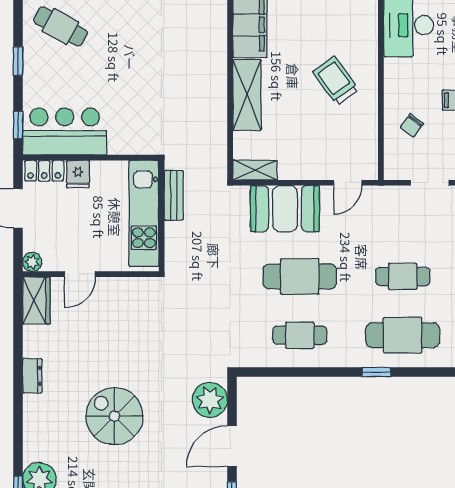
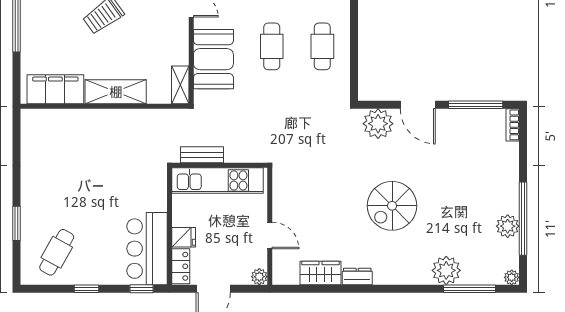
cafe table: (300, 276) -> (272, 46), width x0.73, depth x0.74
wardrobe: (36, 301) -> (320, 273), moved

